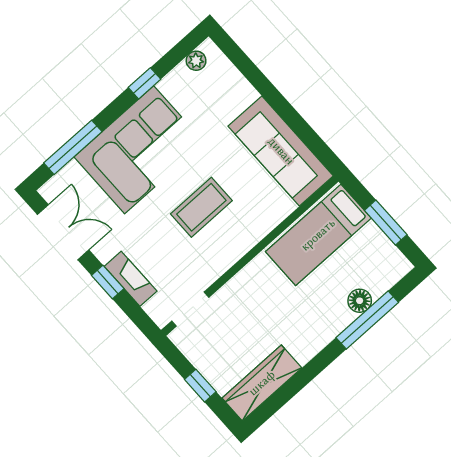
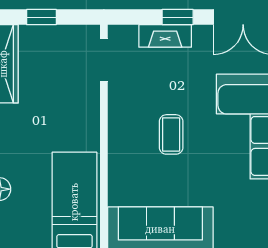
coffee table: (201, 207) -> (171, 134), width x0.73, depth x0.77

